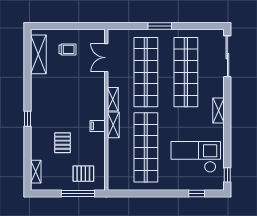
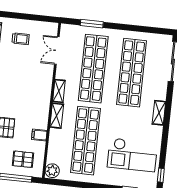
window: (160, 26) -> (92, 24), moved
filing cabinet: (98, 126) -> (39, 135), moved
checkout: (196, 157) -> (132, 155), turned 180
plant: (115, 182) -> (52, 171), added

